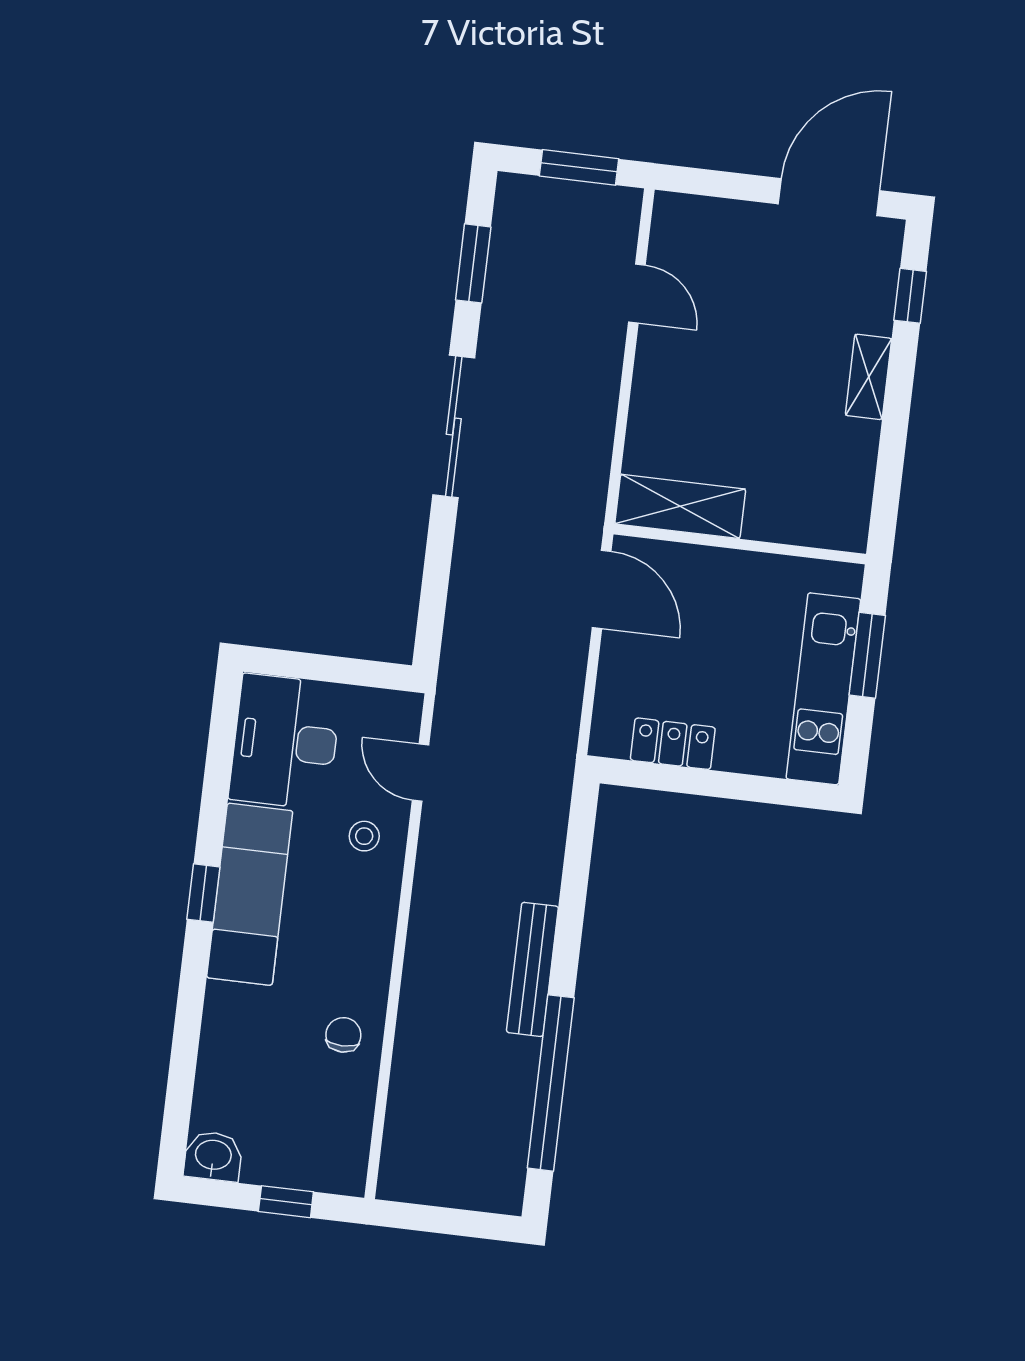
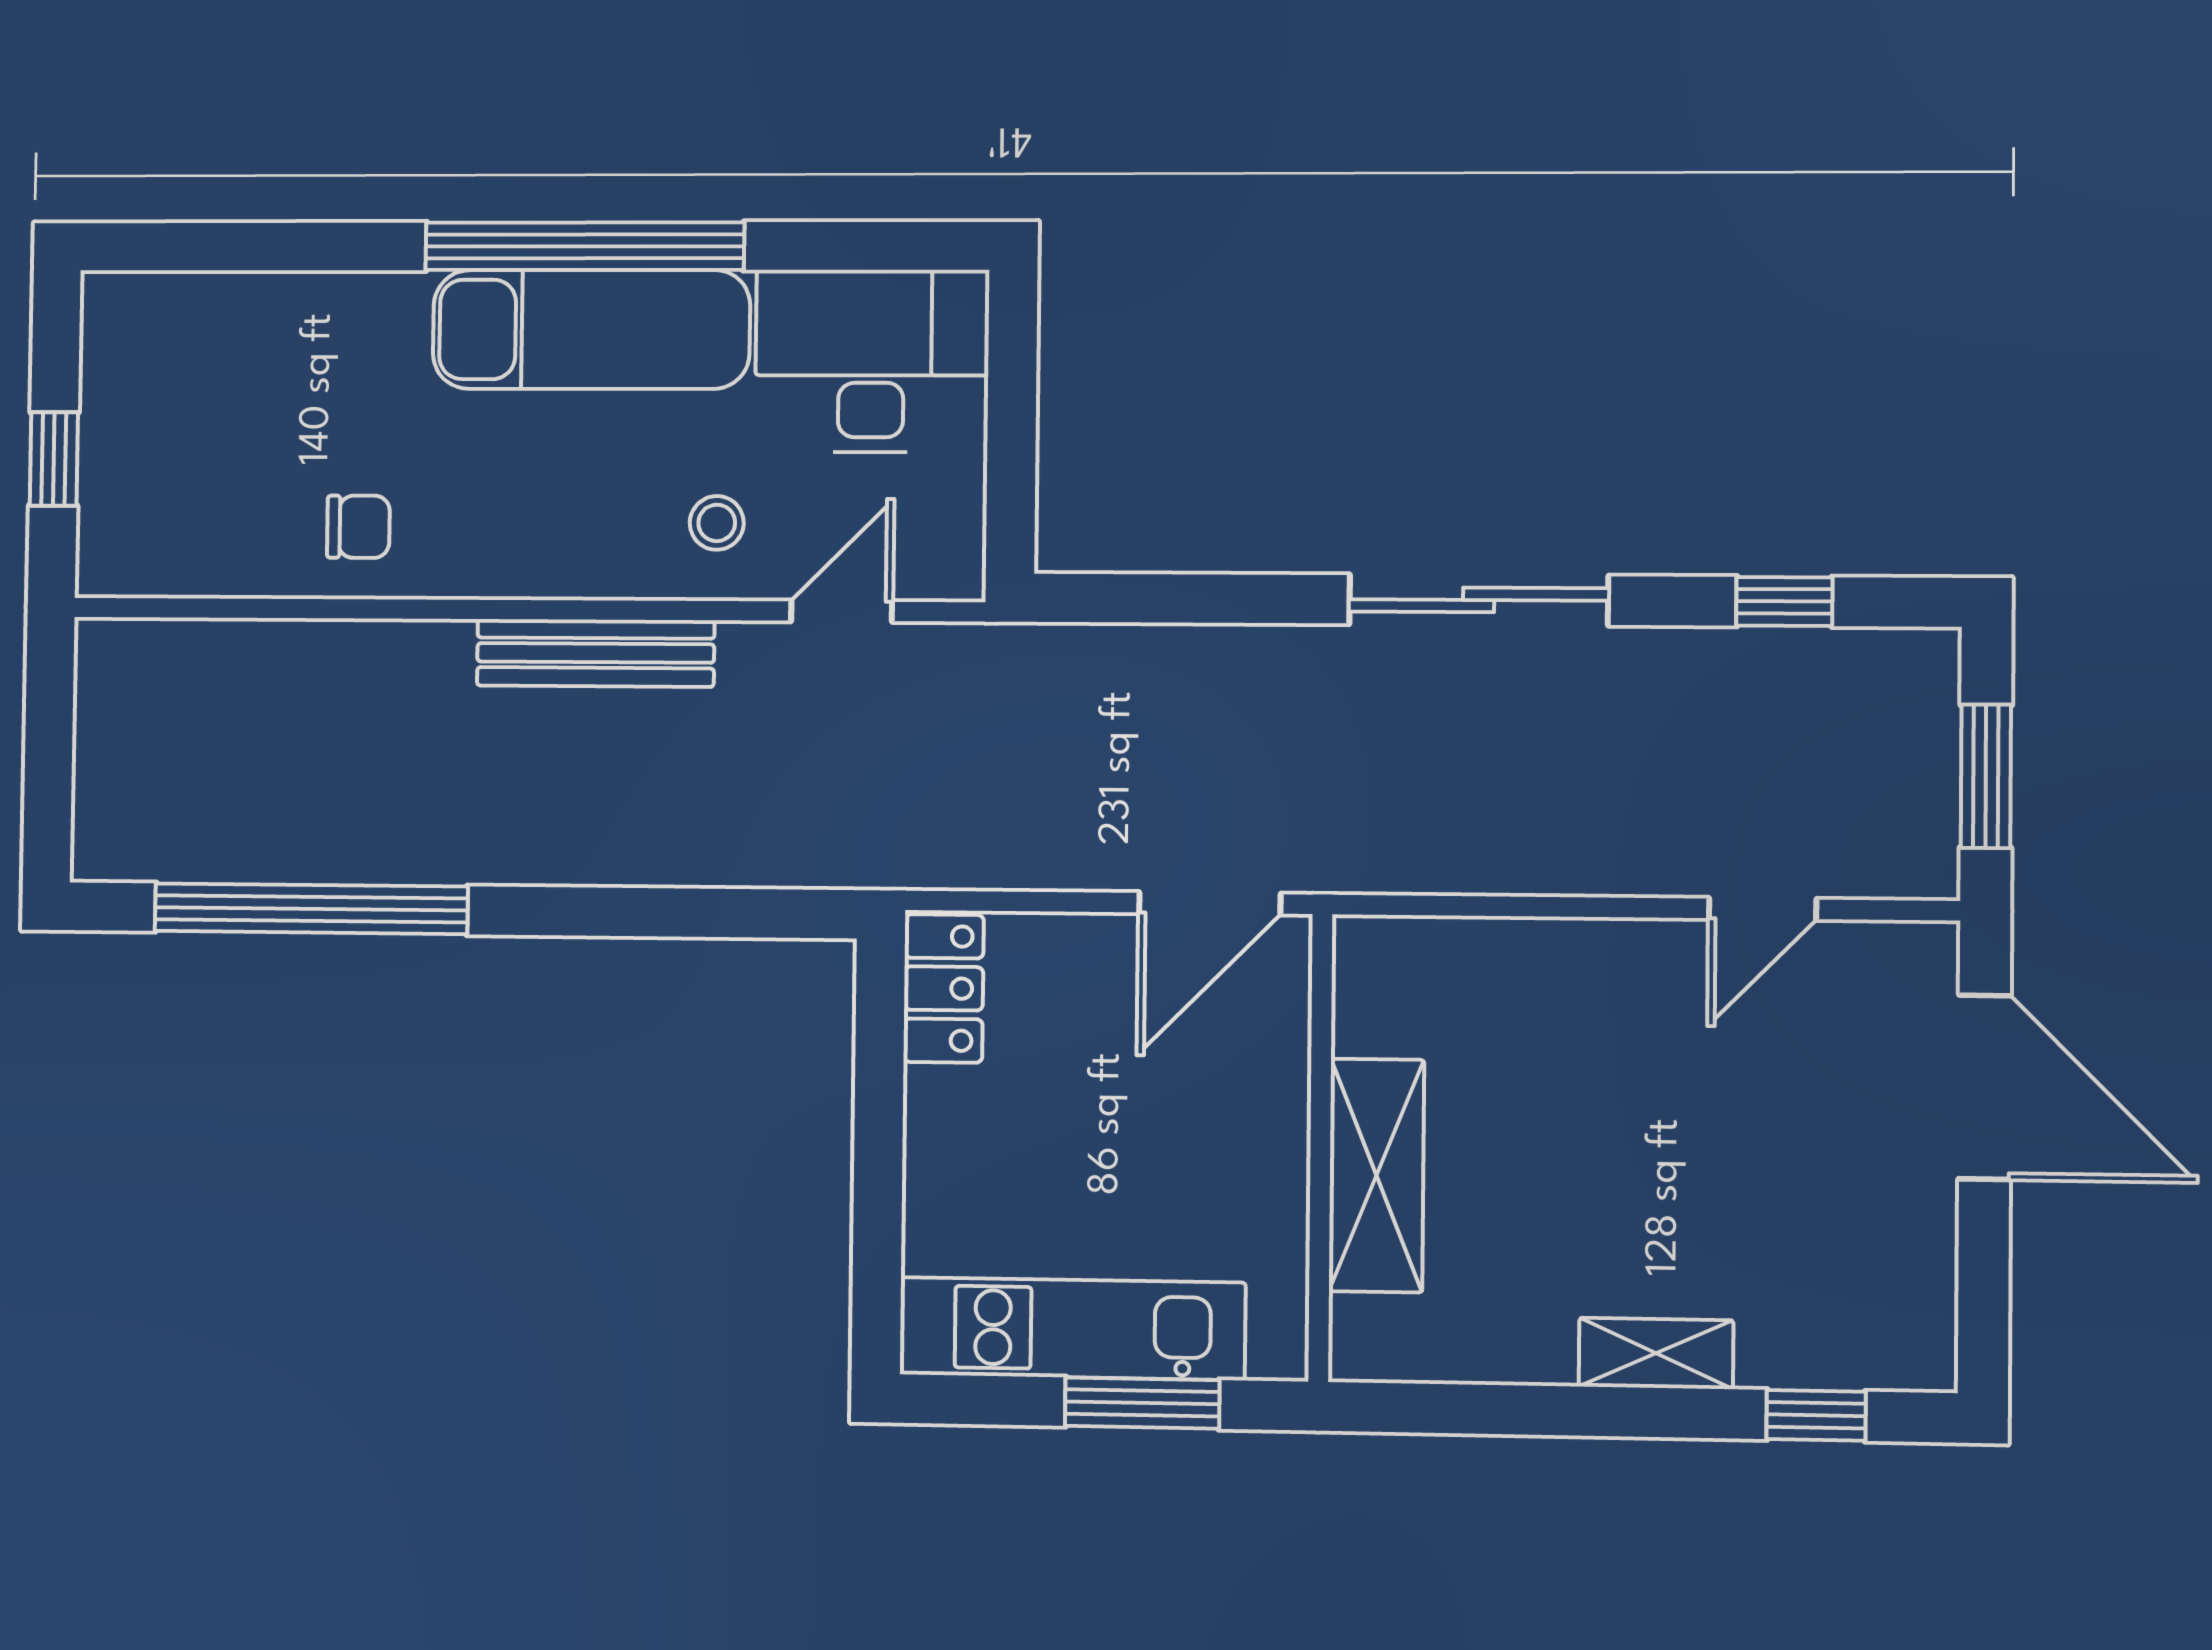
door: (829, 197) -> (1984, 1087), moved
window: (473, 263) -> (1784, 601), width x0.67
shelving: (680, 506) -> (1376, 1175), moved
locker: (673, 744) -> (944, 988), moved
window: (203, 893) -> (585, 246), width x3.17
bench: (532, 969) -> (596, 653), moved
washbasin: (213, 1156) -> (121, 320), removed

